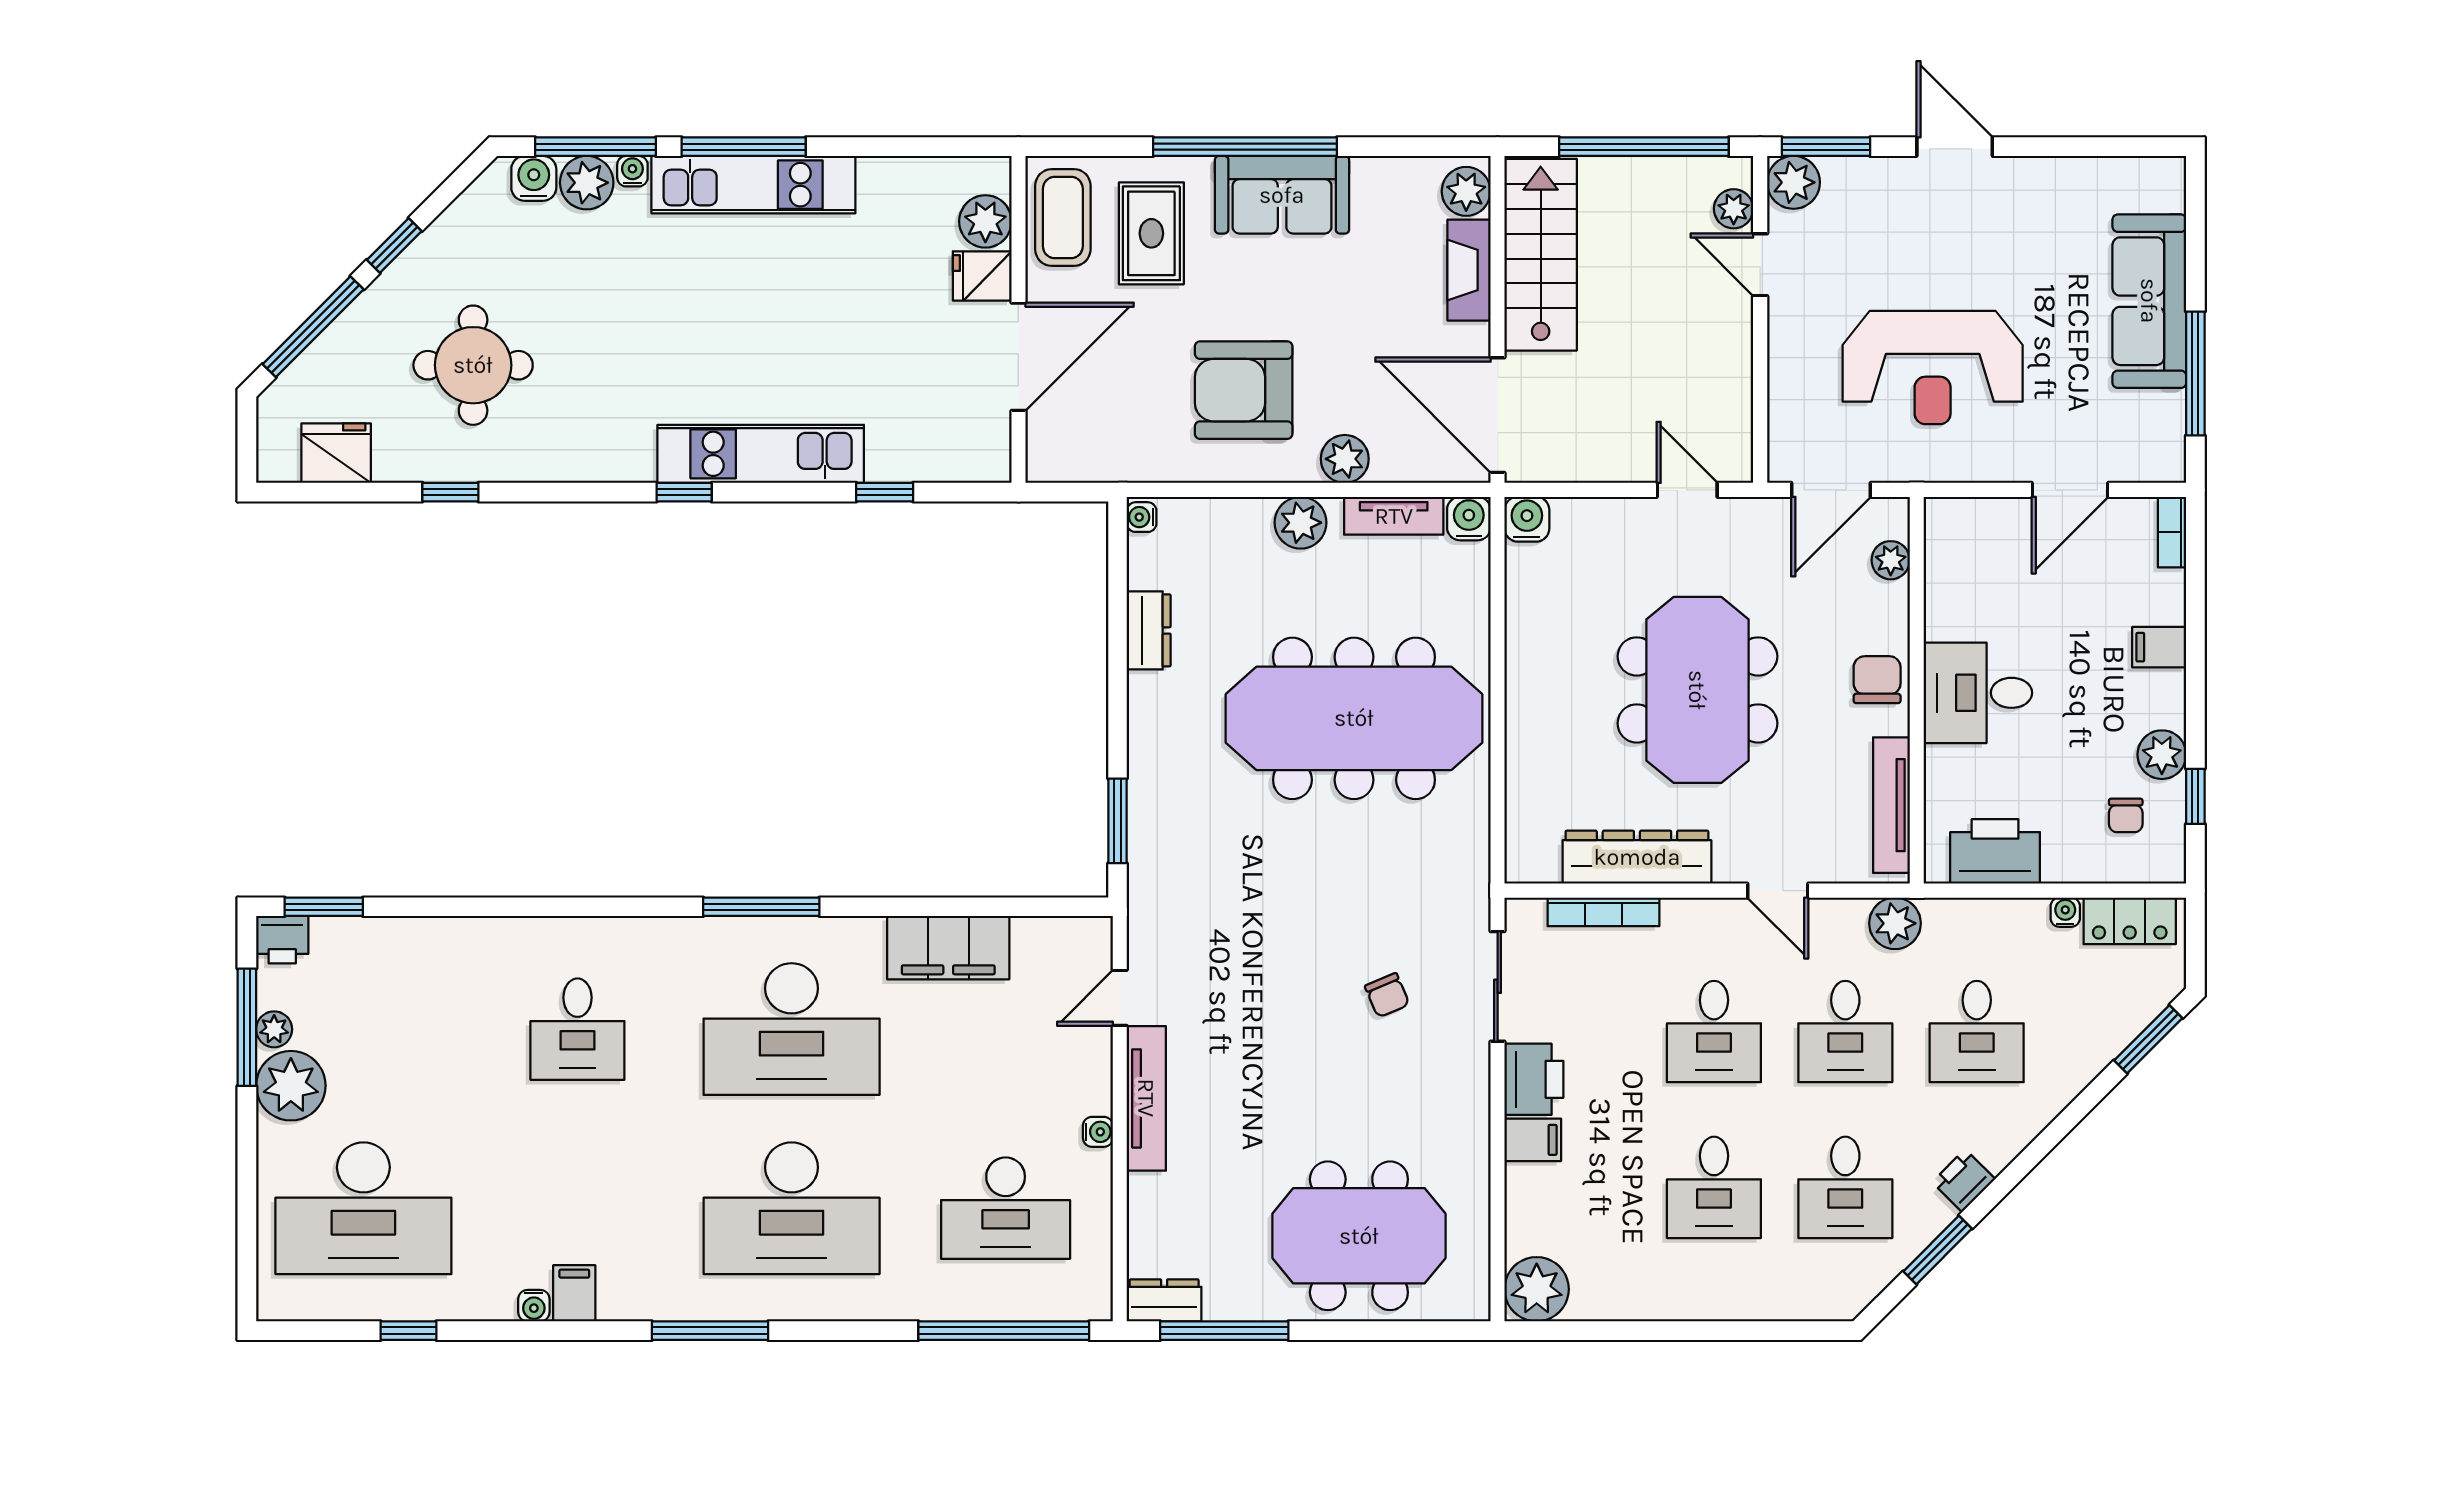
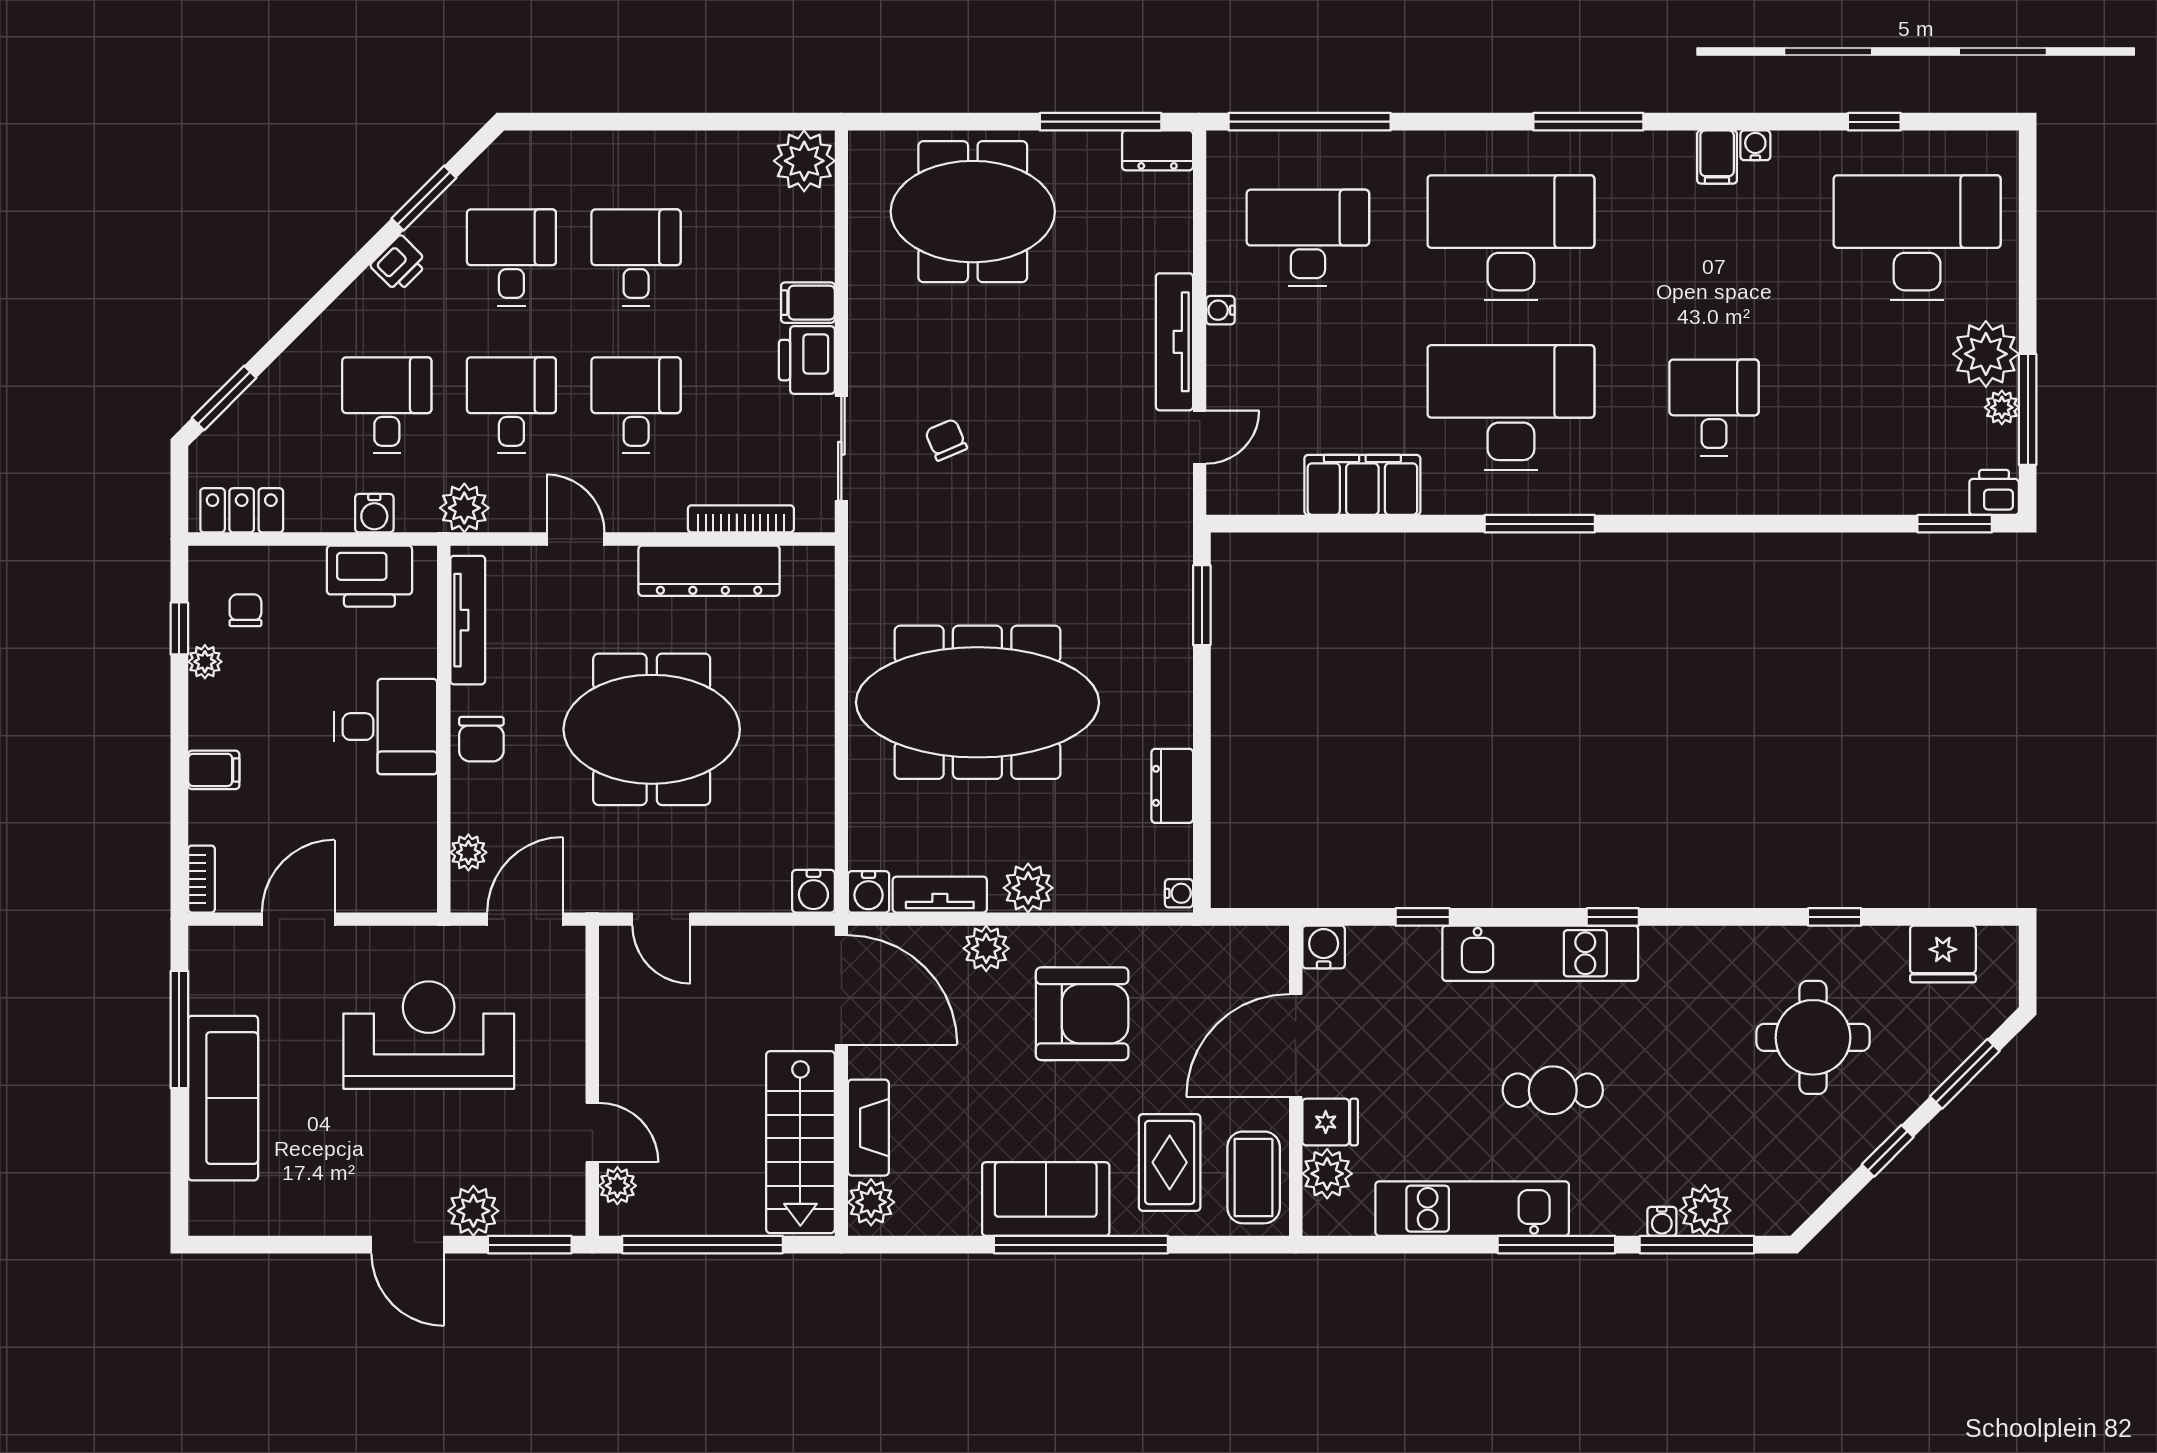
water cooler: (534, 178) -> (1324, 947), moved, turned 180
plant: (1793, 182) -> (473, 1211), moved
kitchen unit: (753, 185) -> (1472, 1209), moved
cafe table: (747, 309) -> (1553, 1090), added
window: (313, 327) -> (1965, 1074), width x0.69
meeting table: (1697, 690) -> (652, 729), turned 90
plant: (2162, 755) -> (205, 662), width x0.73, depth x0.73
water cooler: (2065, 912) -> (374, 513), moved, width x1.38, depth x1.38

